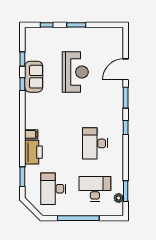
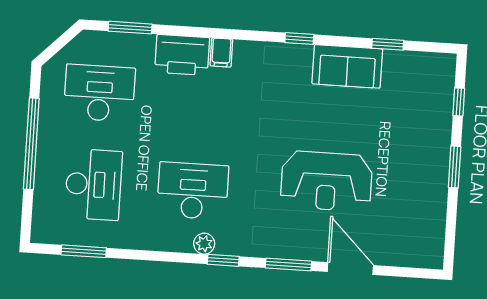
reception desk: (75, 72) -> (326, 181), moved
window: (22, 84) -> (299, 39), moved
plant: (119, 198) -> (204, 244), moved

